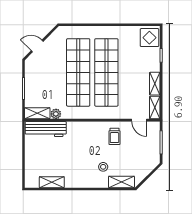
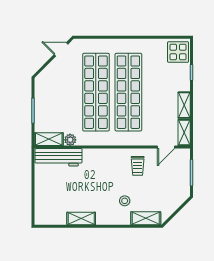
door: (37, 46) -> (61, 49), moved
door: (139, 120) -> (166, 147), hinge flipped
shelving: (52, 182) -> (81, 218), moved

